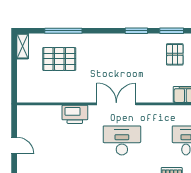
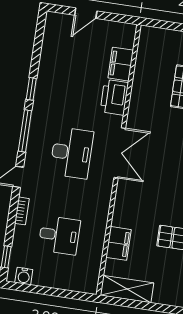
filing cabinet: (49, 113) -> (121, 64), added

